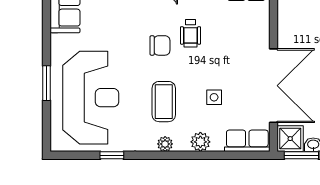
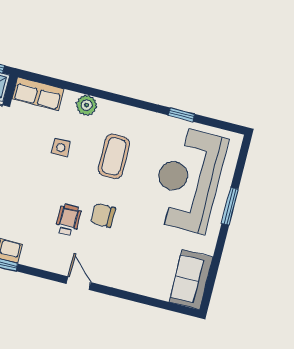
plant: (165, 144) -> (124, 112), removed

